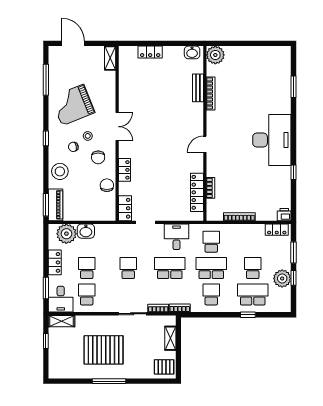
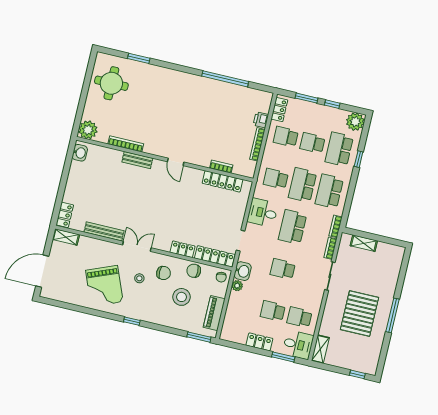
door: (73, 43) -> (42, 271), width x1.36
locker: (150, 52) -> (65, 215), moved
round table: (264, 67) -> (111, 83), added
window: (46, 80) -> (72, 307), removed
bench: (198, 88) -> (137, 160), moved
bench: (124, 93) -> (104, 231), added
desk: (272, 140) -> (188, 93), removed
chair: (73, 147) -> (221, 277), moved
stool: (60, 171) -> (182, 297), moved
window: (293, 172) -> (225, 79), width x3.17
piano: (56, 205) -> (214, 313), moved, turned -90
locker: (125, 208) -> (215, 256), width x1.53
printer: (284, 215) -> (261, 120), moved
washbasin: (86, 231) -> (243, 271), moved
plant: (66, 234) -> (237, 286), moved, width x0.53, depth x0.53
school desk: (253, 242) -> (286, 137), added
plant: (282, 278) -> (355, 122), moved
school desk: (211, 294) -> (329, 191), width x1.85
window: (46, 341) -> (357, 374), moved
pallet: (164, 367) -> (391, 256), removed

